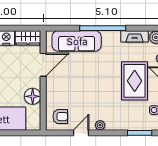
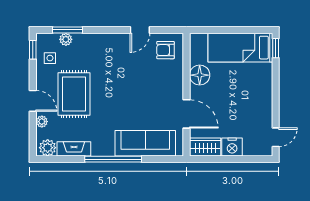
door: (43, 65) -> (186, 114), swing flipped
plant: (100, 125) -> (66, 39), moved

